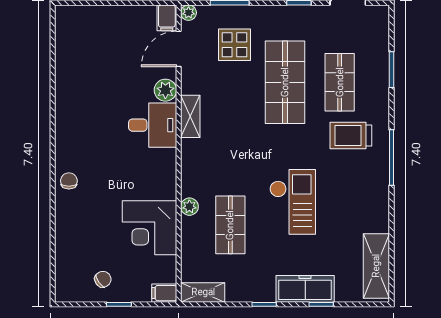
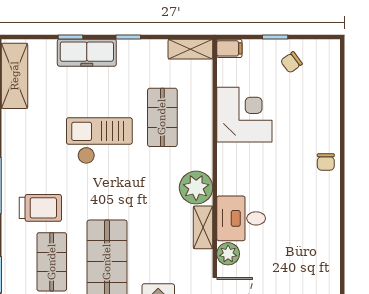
checkout: (293, 202) -> (99, 141), turned 90
plant: (189, 207) -> (196, 188), moved, width x1.87, depth x1.87

